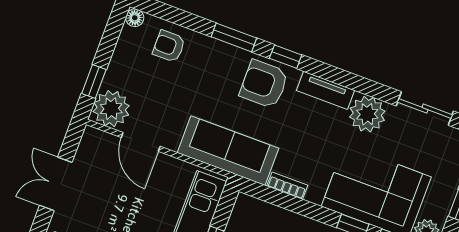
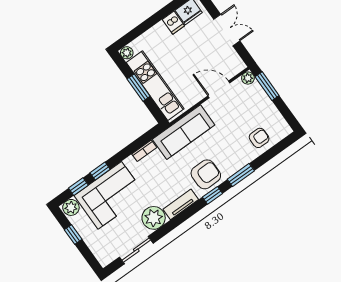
floor lamp: (135, 18) -> (286, 130), removed
window: (94, 81) -> (267, 86), width x1.50
plant: (111, 109) -> (248, 78), width x0.53, depth x0.53

